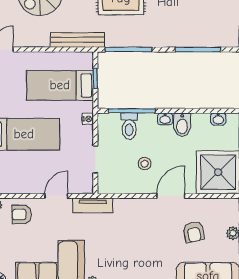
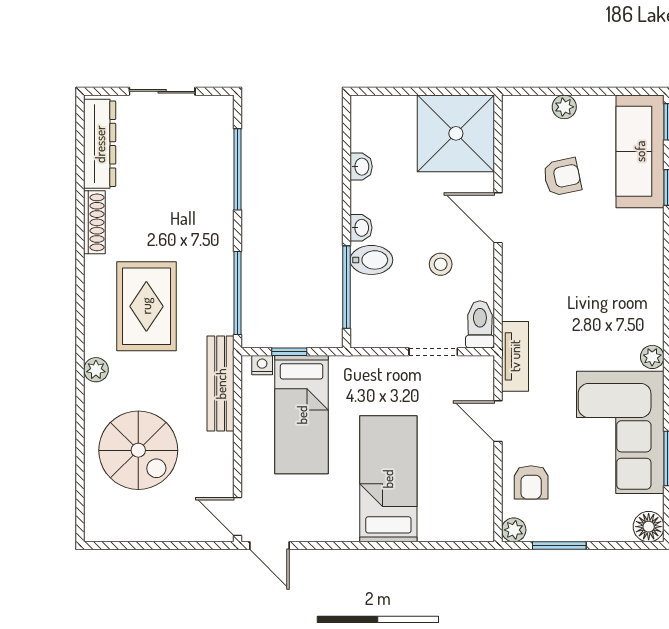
nightstand: (88, 119) -> (262, 365), moved
washbasin: (218, 119) -> (361, 167), moved
bidet: (182, 125) -> (371, 260), moved
toilet: (129, 126) -> (480, 324), moved, turned -90

